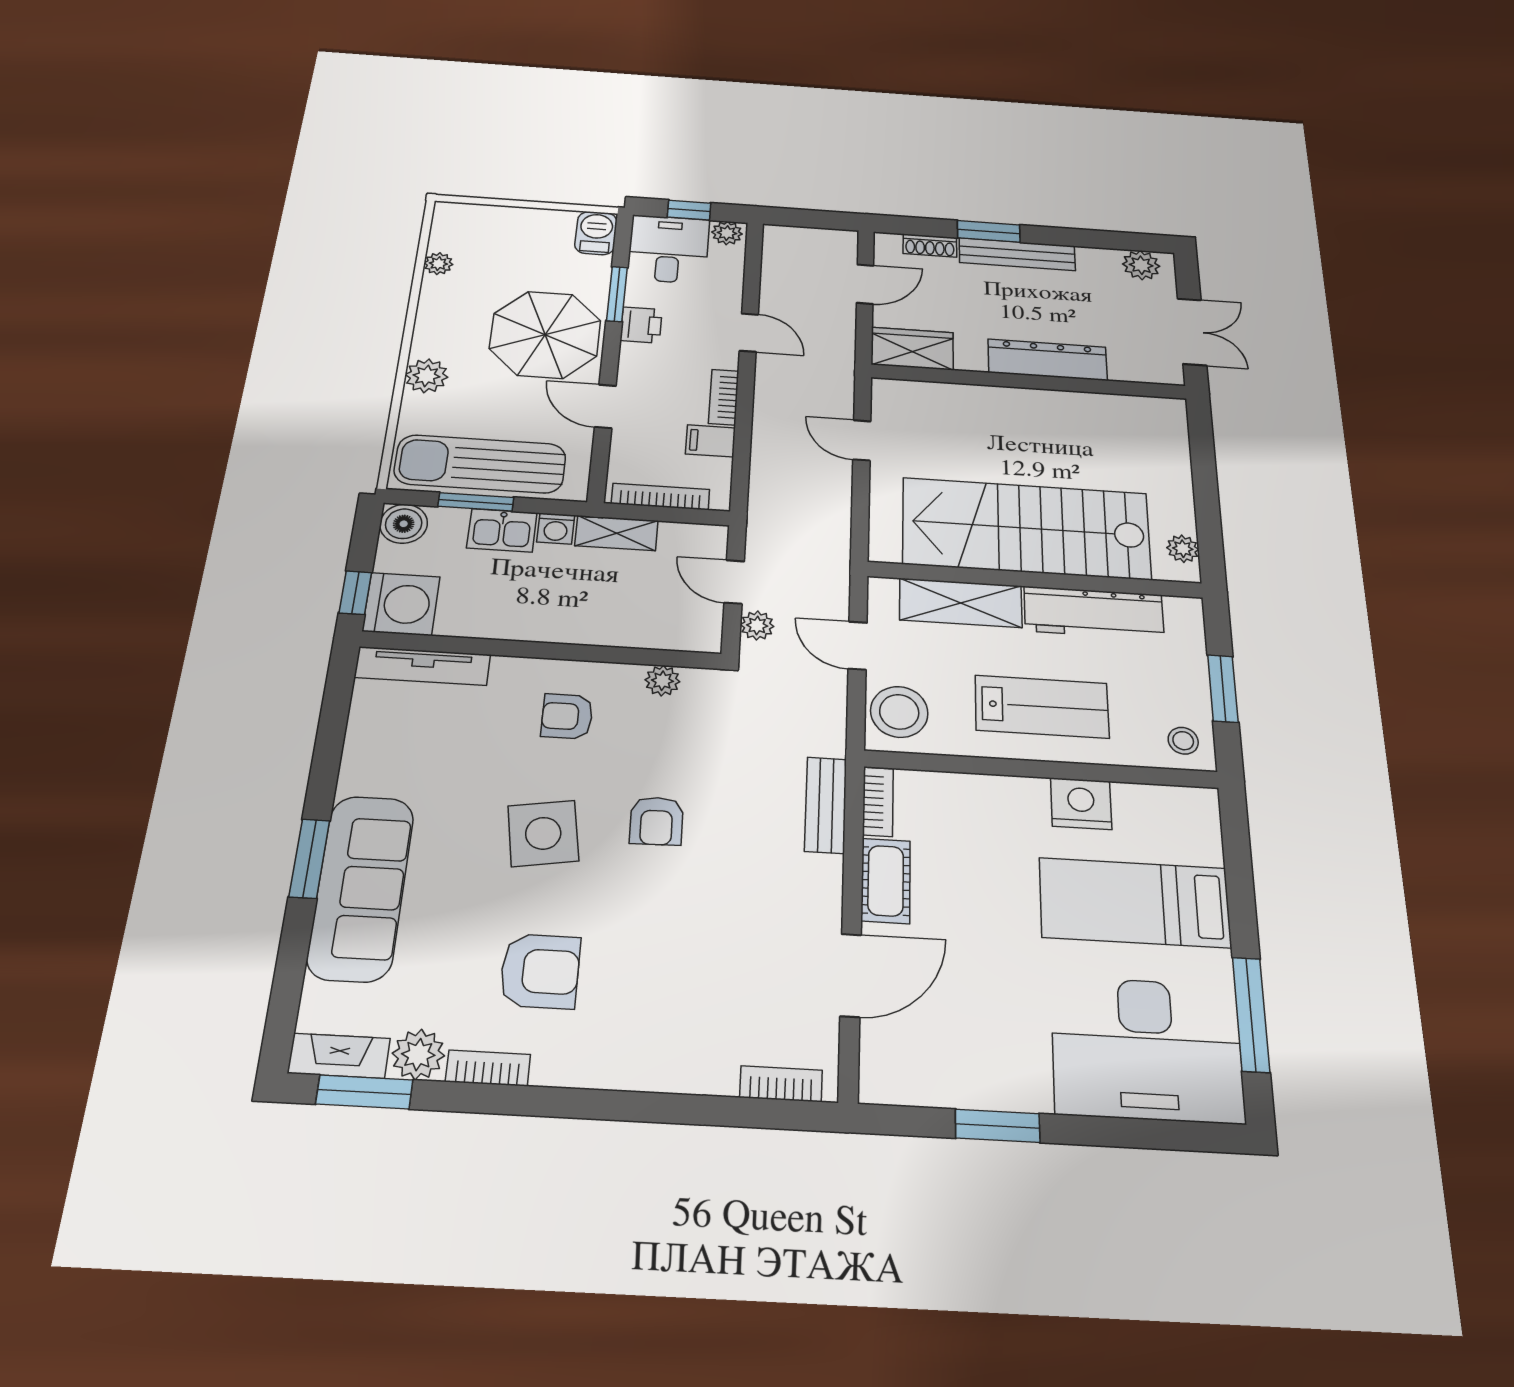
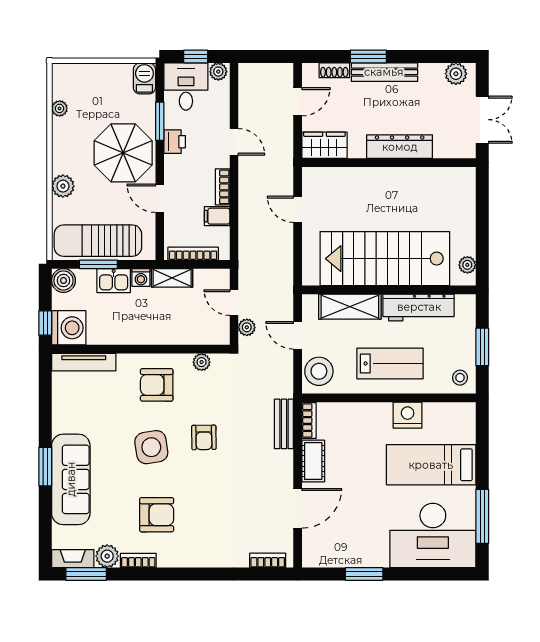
armchair: (567, 716) -> (157, 385), width x1.38, depth x1.38

